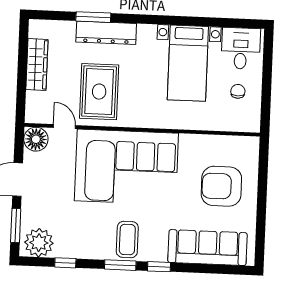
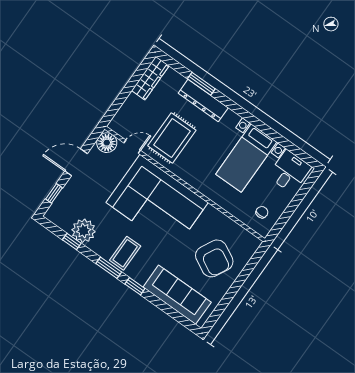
wardrobe: (37, 65) -> (150, 78), moved
chair: (238, 91) -> (262, 212), moved
door: (64, 126) -> (132, 147), hinge flipped
armchair: (221, 186) -> (214, 258), turned -152
window: (16, 225) -> (54, 193), width x0.67
plant: (39, 243) -> (84, 231), moved

